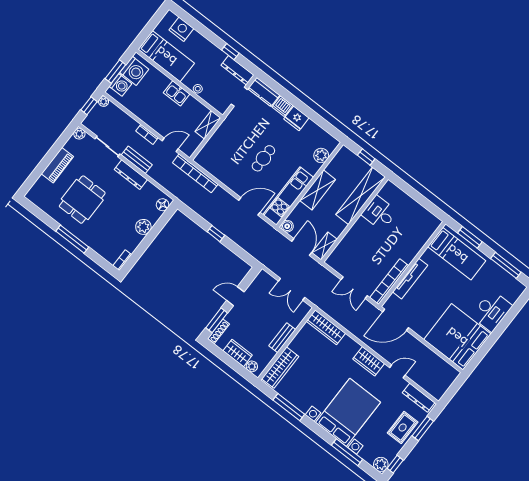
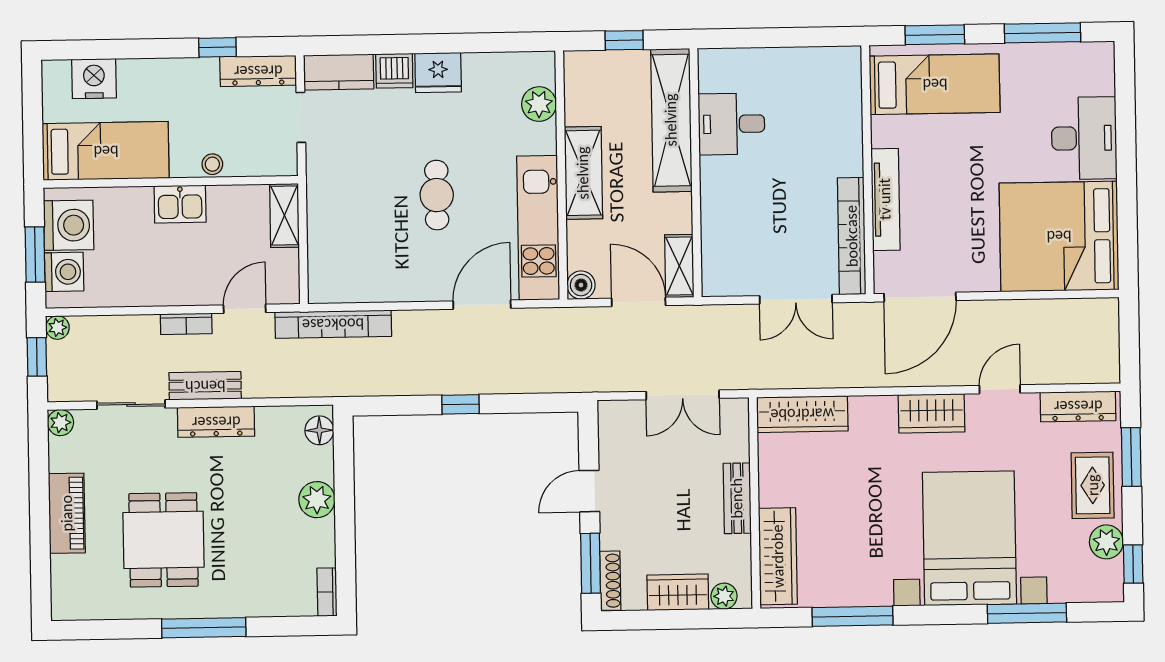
plant: (381, 464) -> (1106, 542), moved

